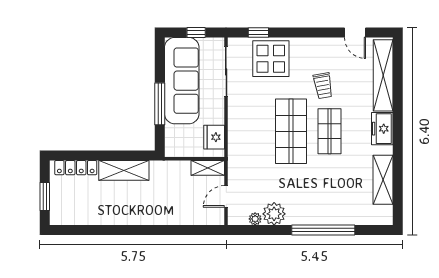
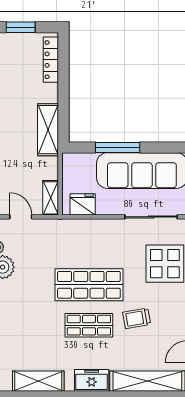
shelving: (124, 170) -> (48, 130), moved

